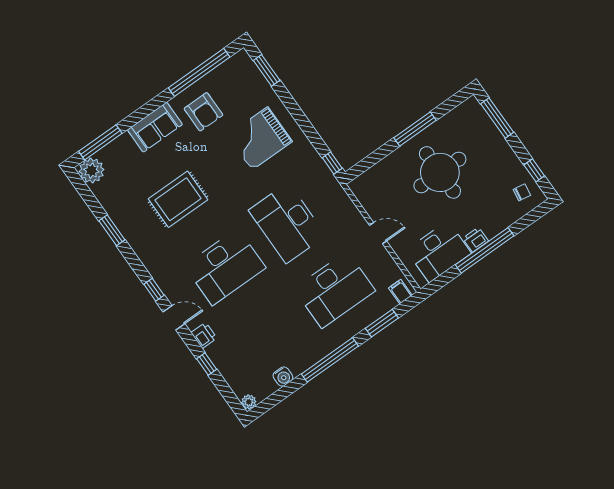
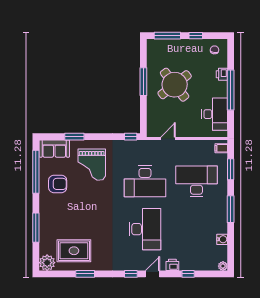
window: (267, 70) -> (74, 137), moved
sofa: (155, 127) -> (54, 149), moved, turned 90
window: (100, 142) -> (36, 228), moved
window: (534, 170) -> (196, 36), moved
round table: (440, 172) -> (175, 85), turned -38
rug: (178, 199) -> (74, 251), moved, turned 90
door: (378, 233) -> (168, 138), moved
printer: (475, 240) -> (222, 74), moved
desk: (335, 290) -> (196, 181), turned -90
window: (330, 360) -> (231, 209), width x0.68

